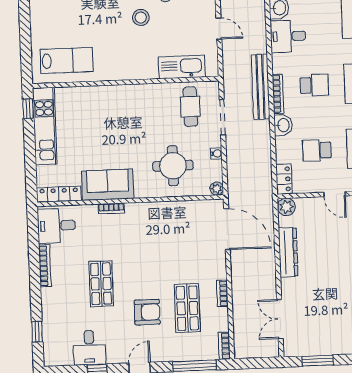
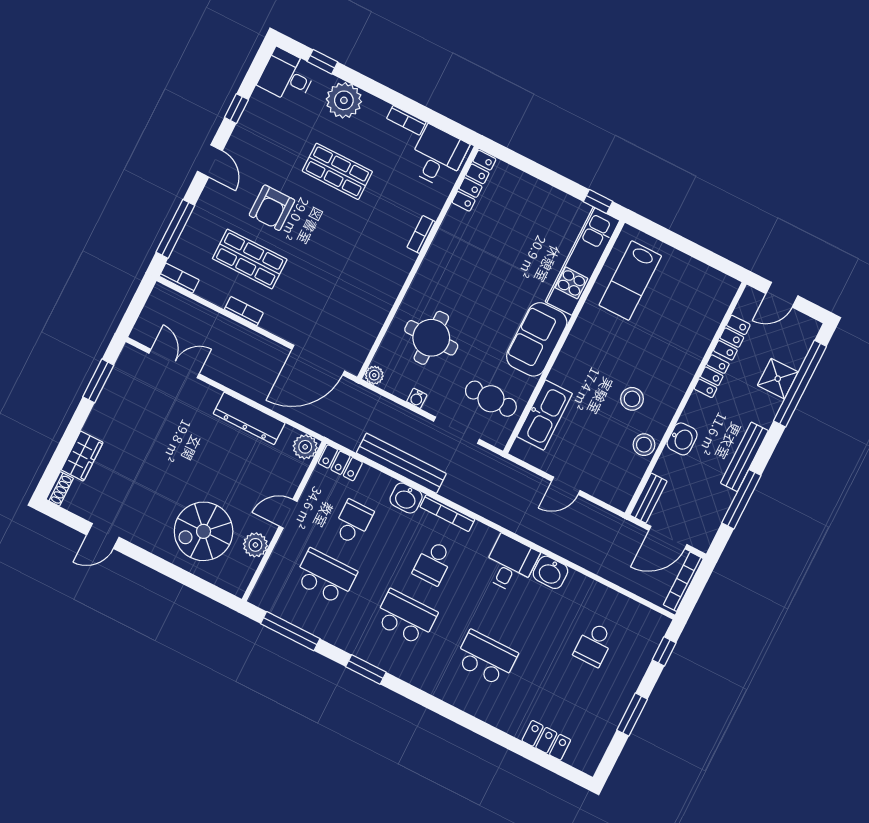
bench: (261, 87) -> (401, 463), moved
kitchen unit: (45, 126) -> (583, 261), moved, turned 90
sofa: (108, 185) -> (537, 339), moved, turned 180
bookcase: (45, 266) -> (406, 120), width x0.64
plant: (54, 305) -> (344, 100), added
desk: (89, 348) -> (287, 76), moved

